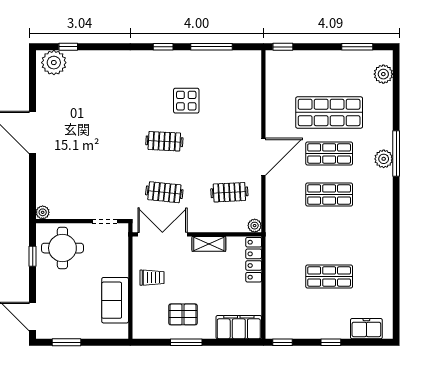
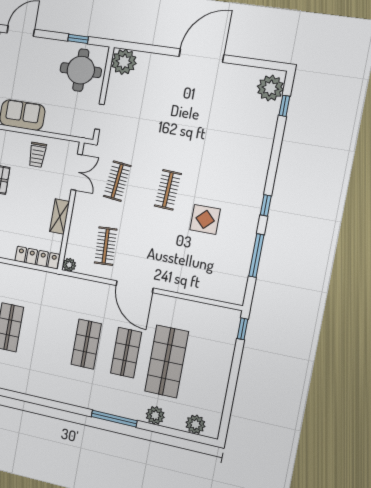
window: (357, 47) -> (228, 405), removed
plant: (384, 159) -> (155, 415), moved
plant: (43, 212) -> (124, 62), width x1.88, depth x1.88
double door: (162, 234) -> (77, 172), width x0.73

